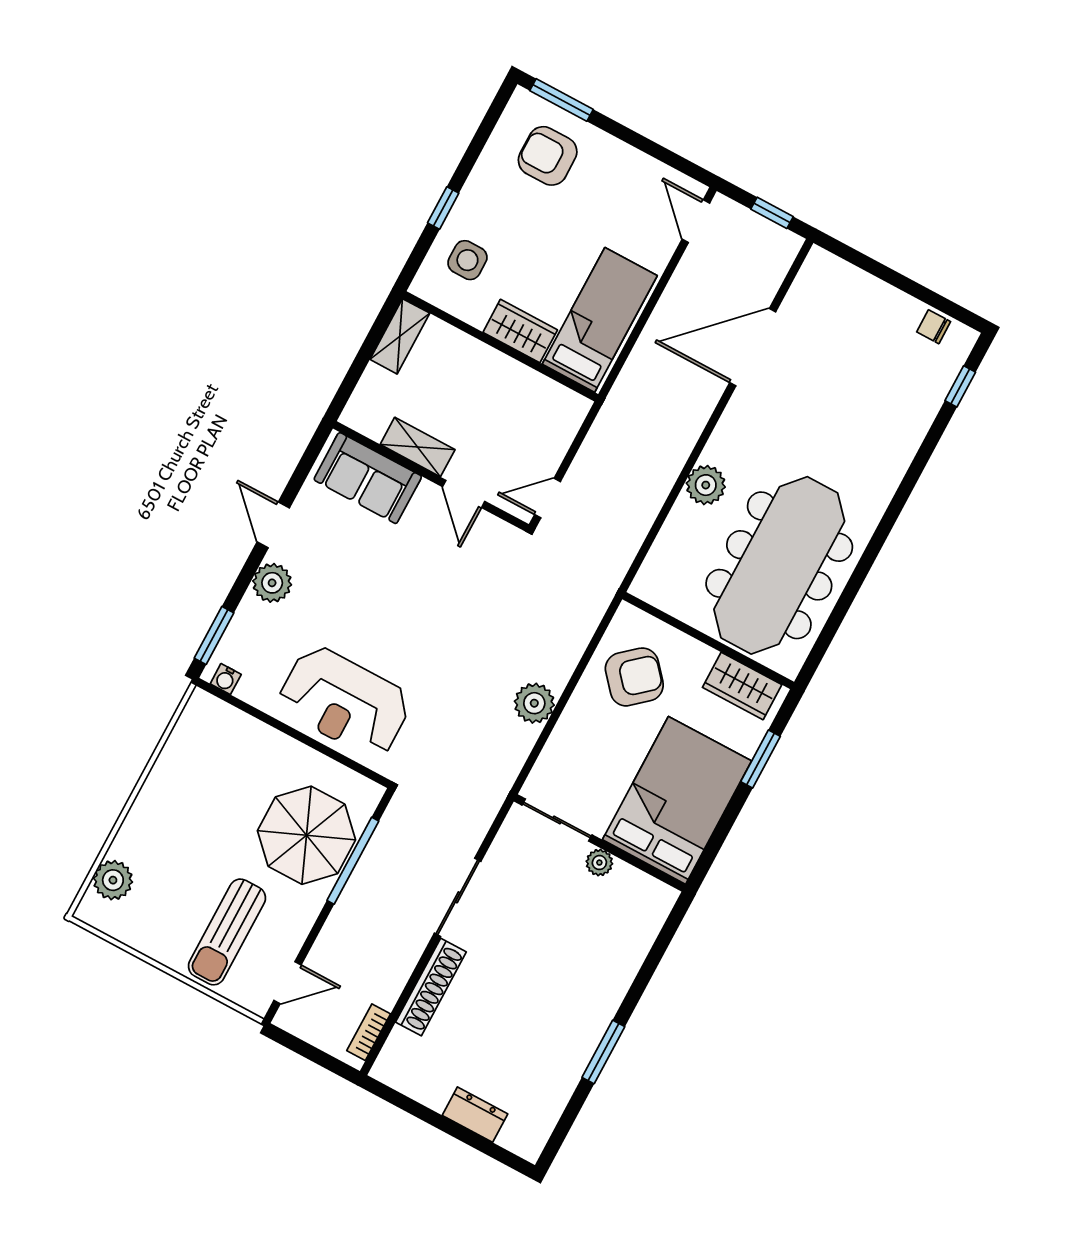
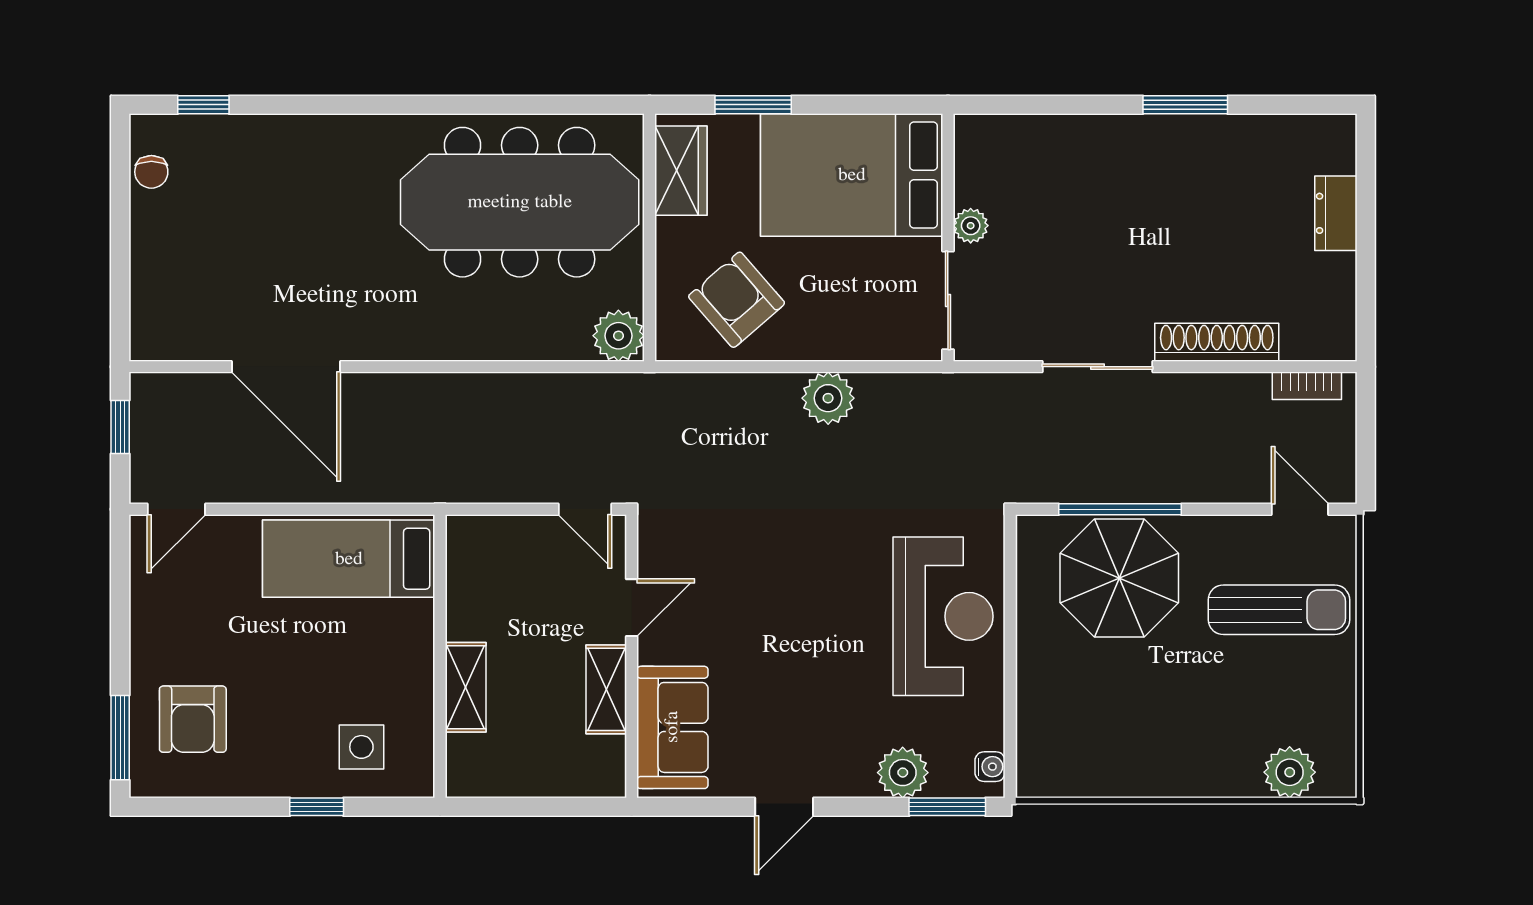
wardrobe: (520, 331) -> (410, 643), removed
shelving: (400, 336) -> (466, 687), moved, turned 90
plant: (706, 485) -> (618, 336), moved
plant: (272, 583) -> (903, 773), moved

